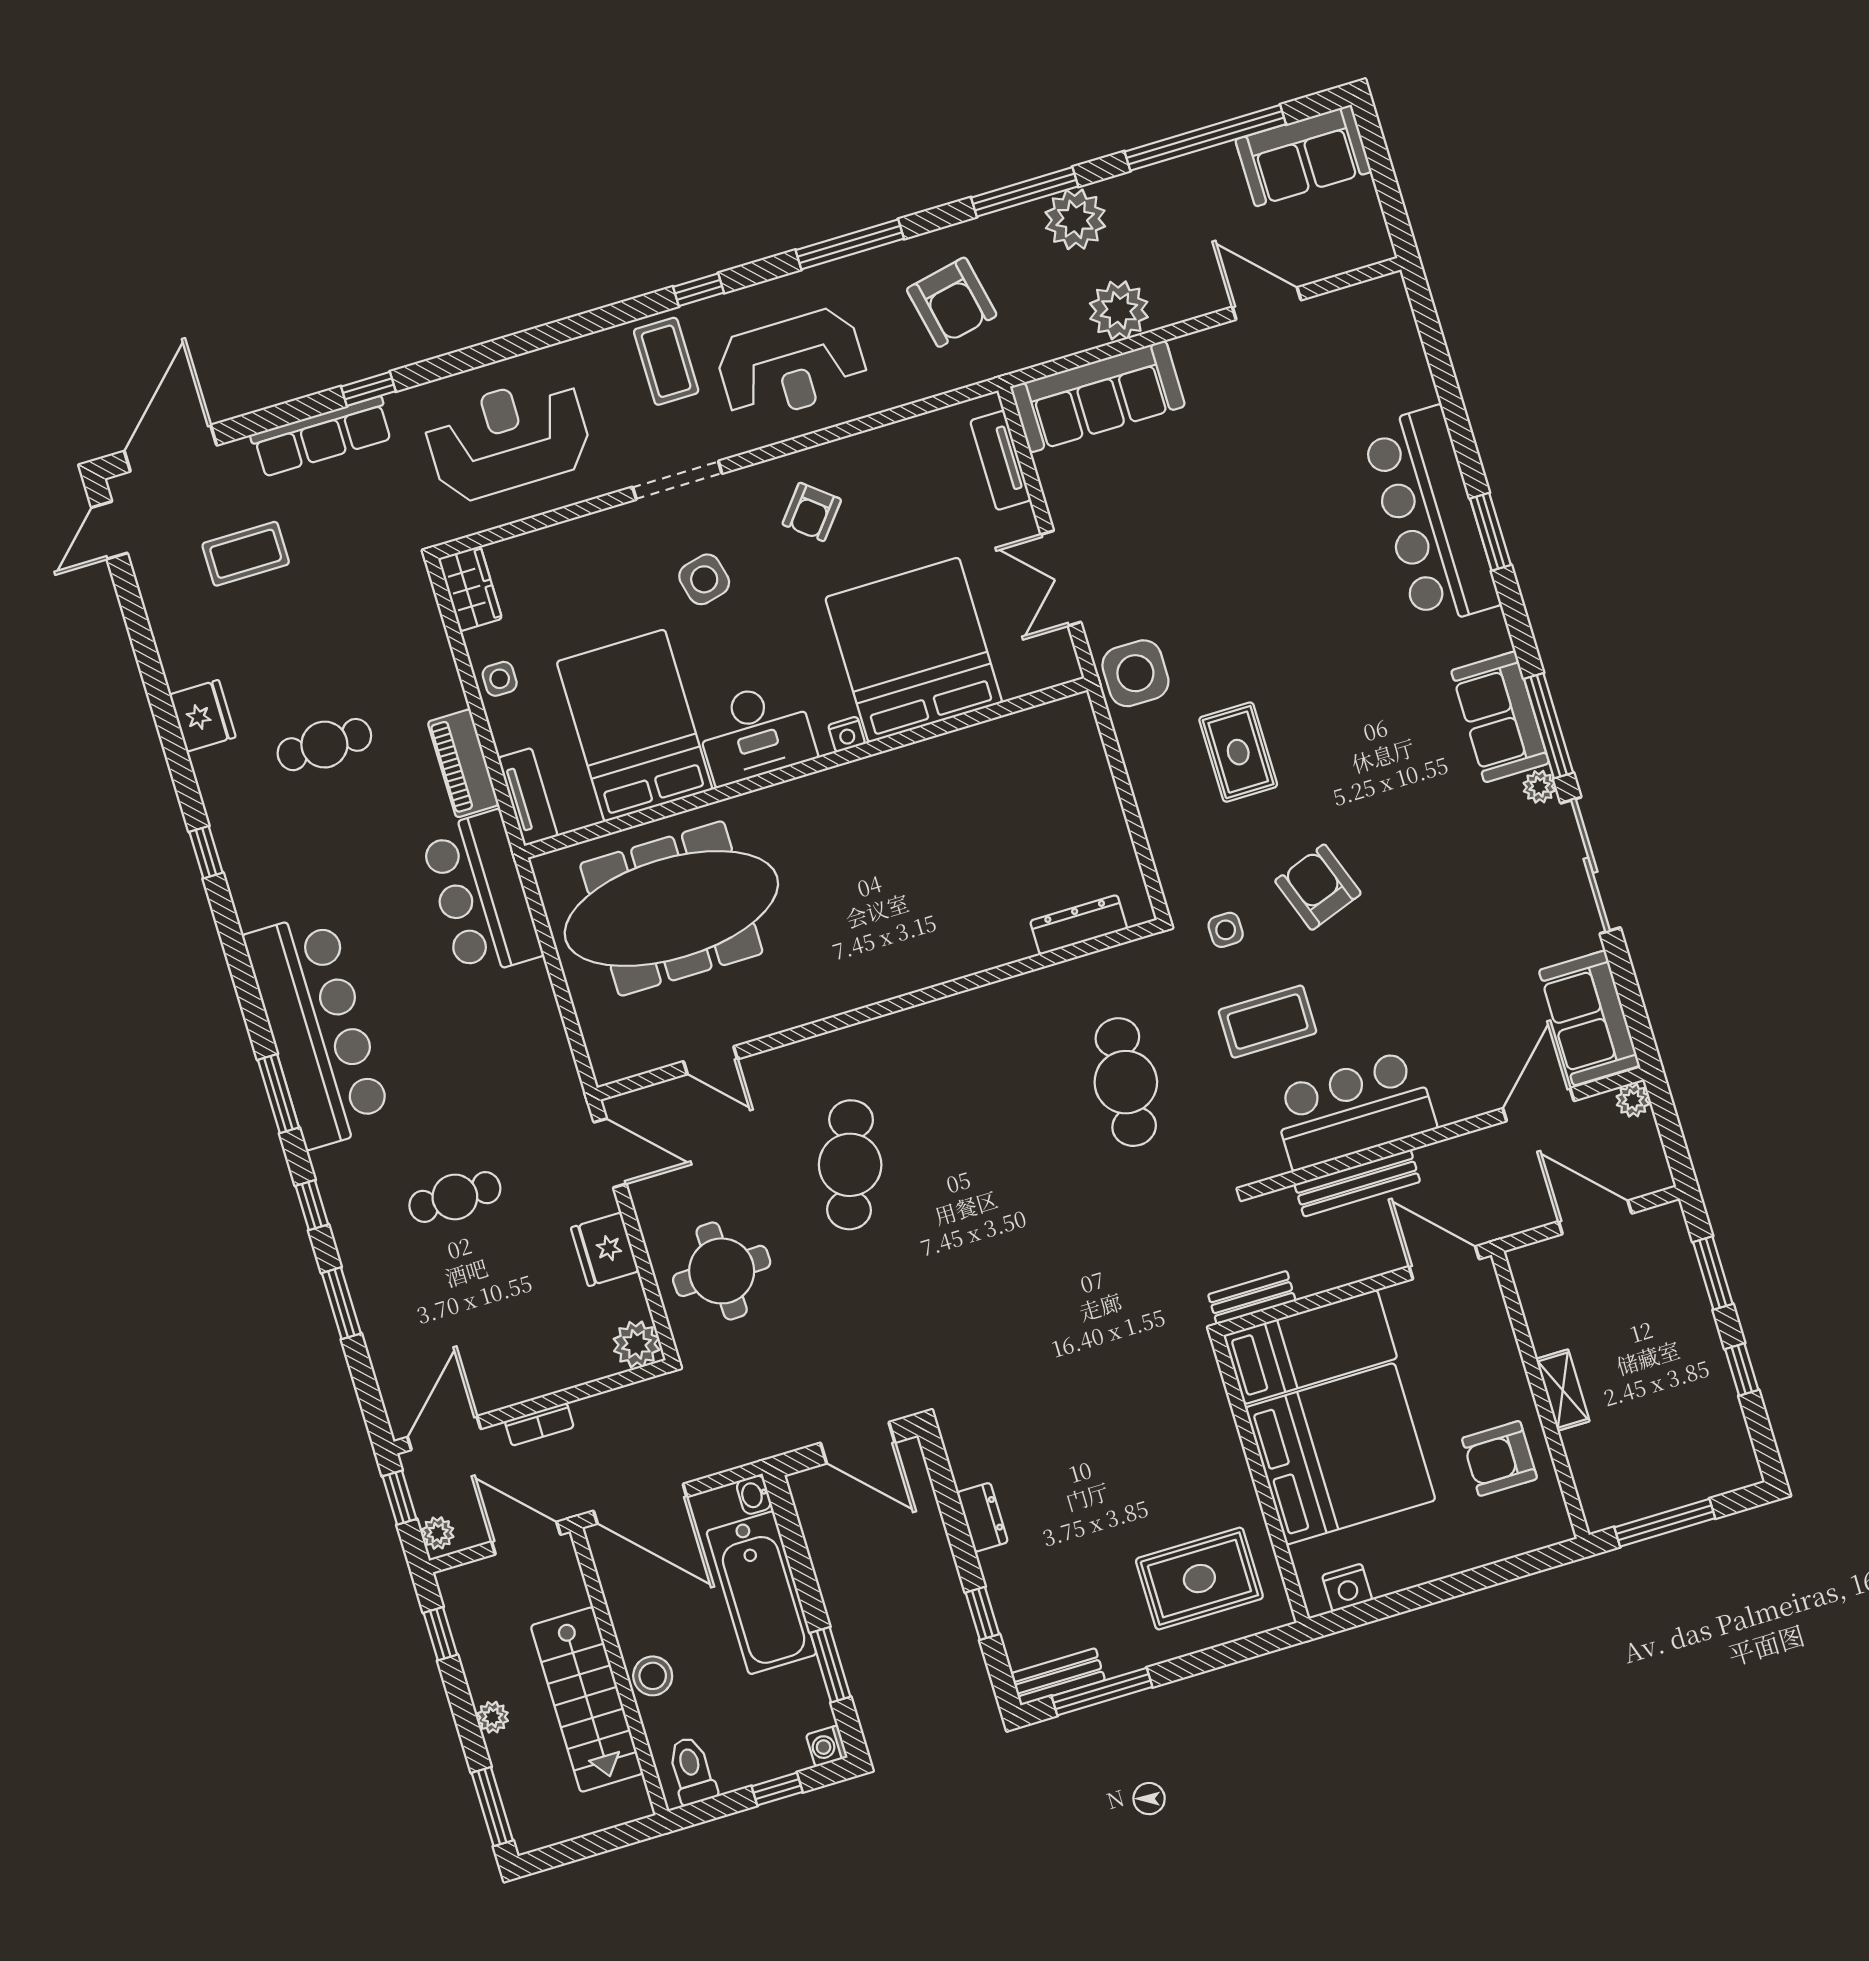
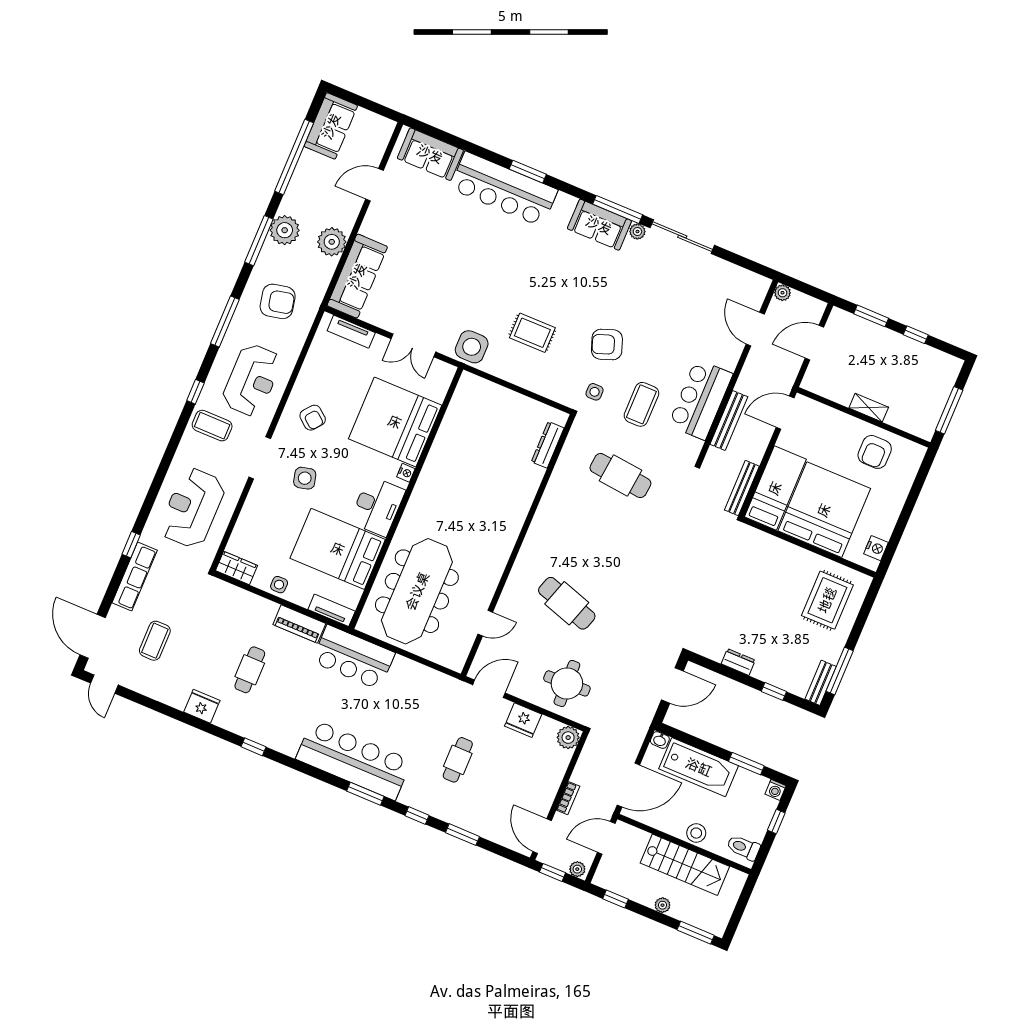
sofa: (1589, 1018) -> (430, 154), moved
bench: (1252, 1298) -> (742, 488), width x1.36

